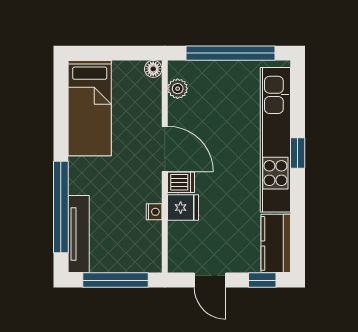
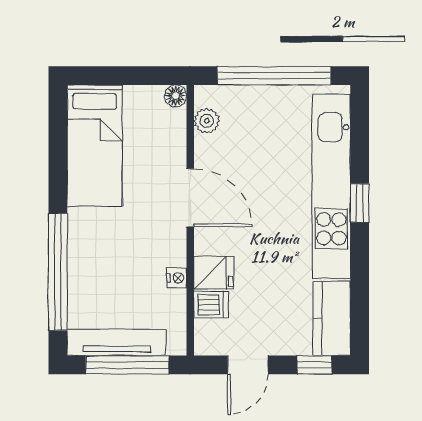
dishwasher: (181, 182) -> (211, 305), moved
tv unit: (79, 234) -> (117, 342), moved, turned -90
door: (210, 280) -> (248, 365), hinge flipped

